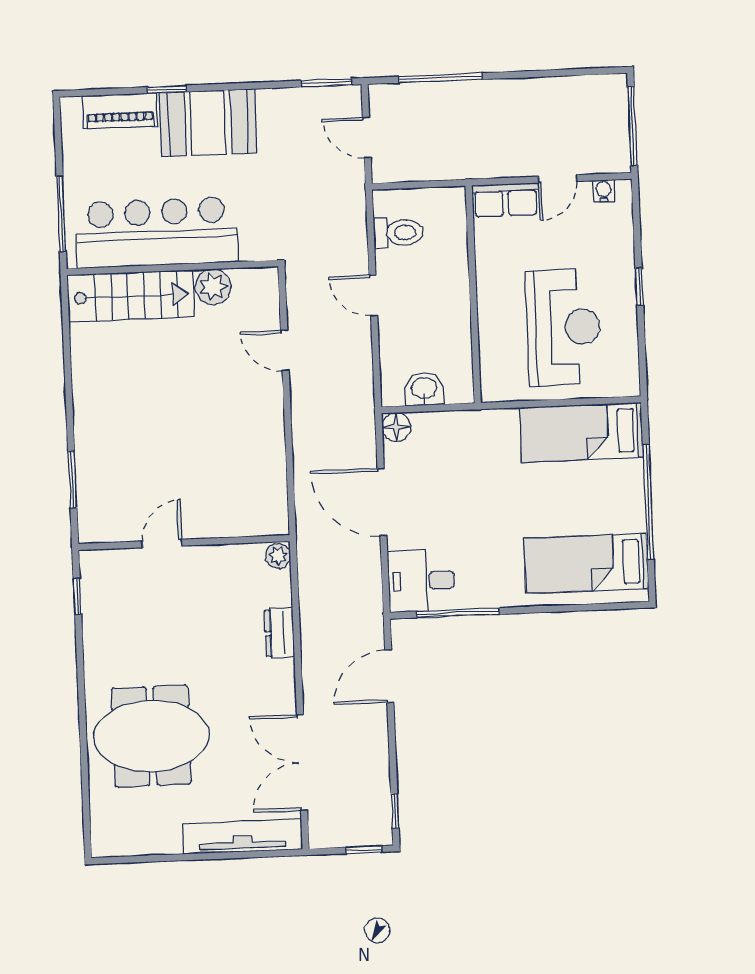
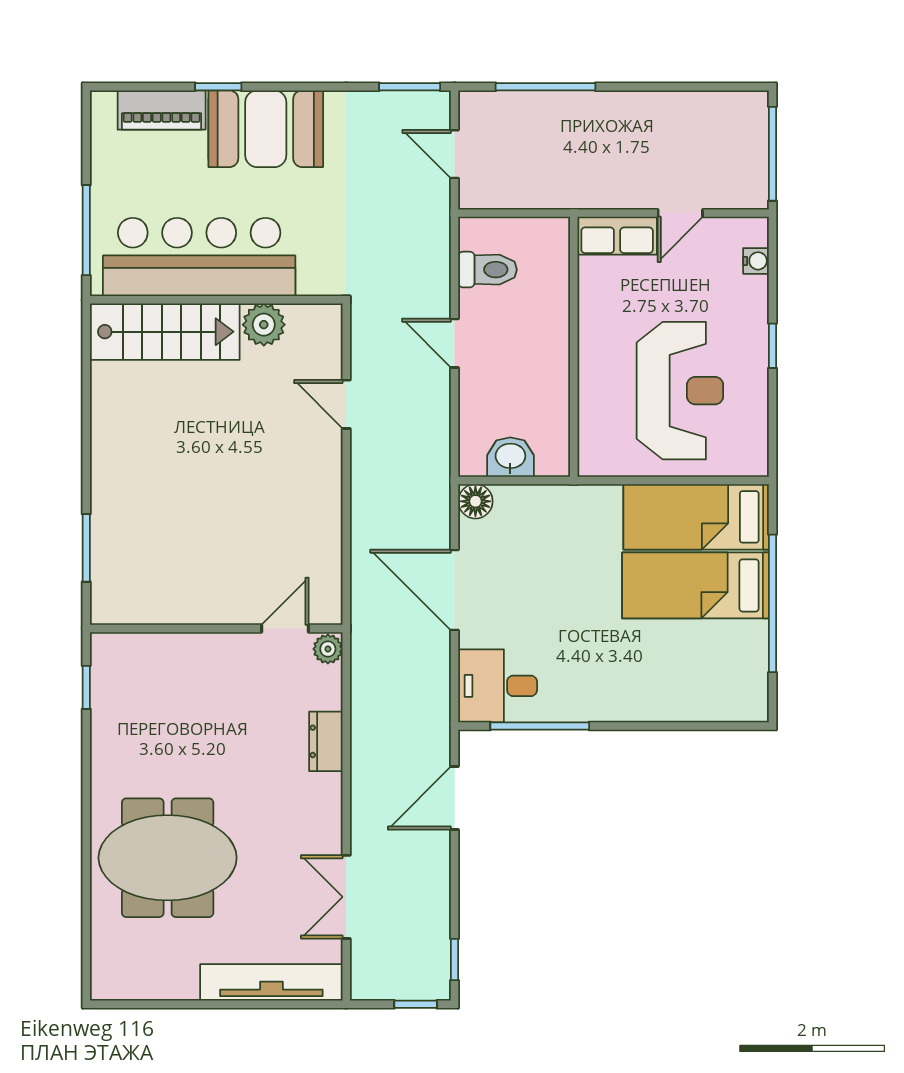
water cooler: (604, 191) -> (756, 261), moved, turned 90
door: (162, 543) -> (285, 628), moved
bed: (586, 563) -> (695, 585), moved
double door: (302, 762) -> (346, 897), width x0.73

